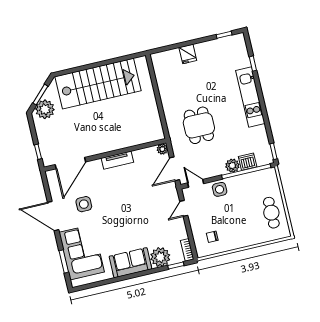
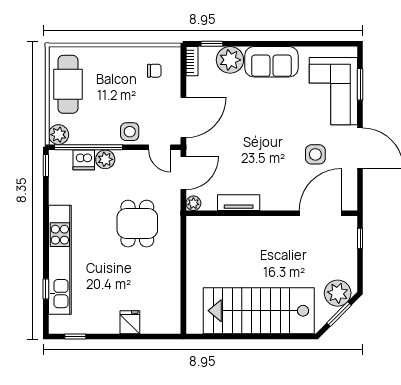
kitchen unit: (250, 97) -> (60, 260), width x1.36
tv unit: (117, 160) -> (239, 203), moved
plant: (270, 175) -> (59, 135), added
door: (184, 208) -> (183, 117), width x1.87
cafe table: (271, 213) -> (68, 84), width x1.37, depth x1.35

